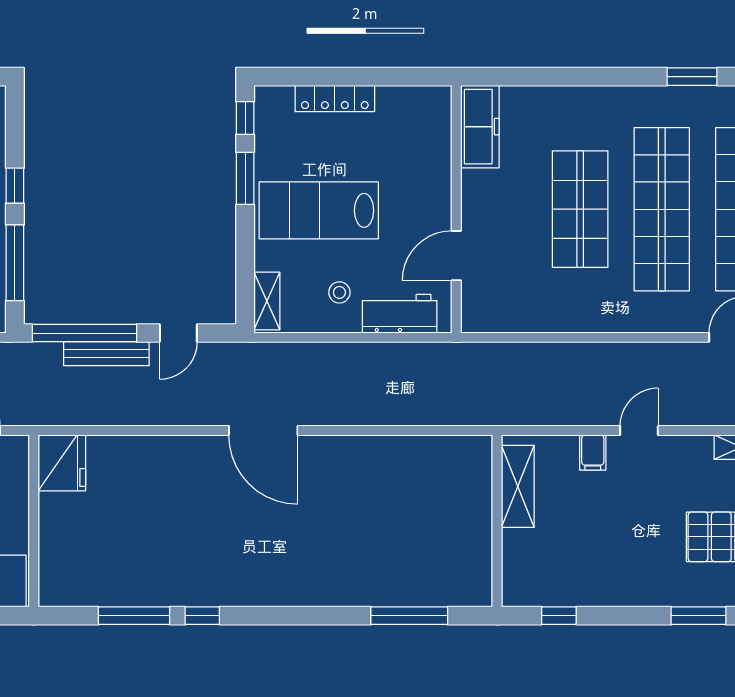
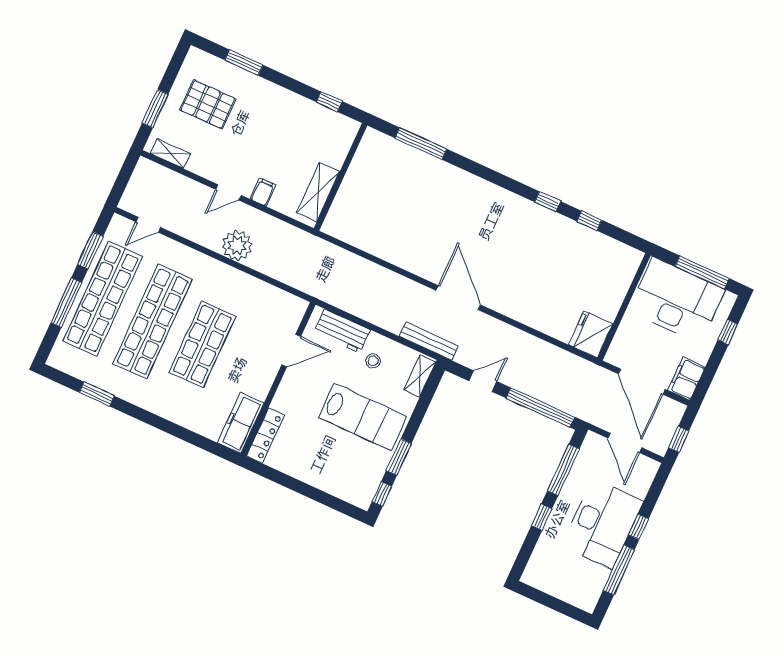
locker: (335, 99) -> (265, 435), moved, turned 90
bench: (106, 354) -> (429, 341), moved
plant: (595, 364) -> (237, 245), added
window: (134, 616) -> (589, 221), width x0.46

